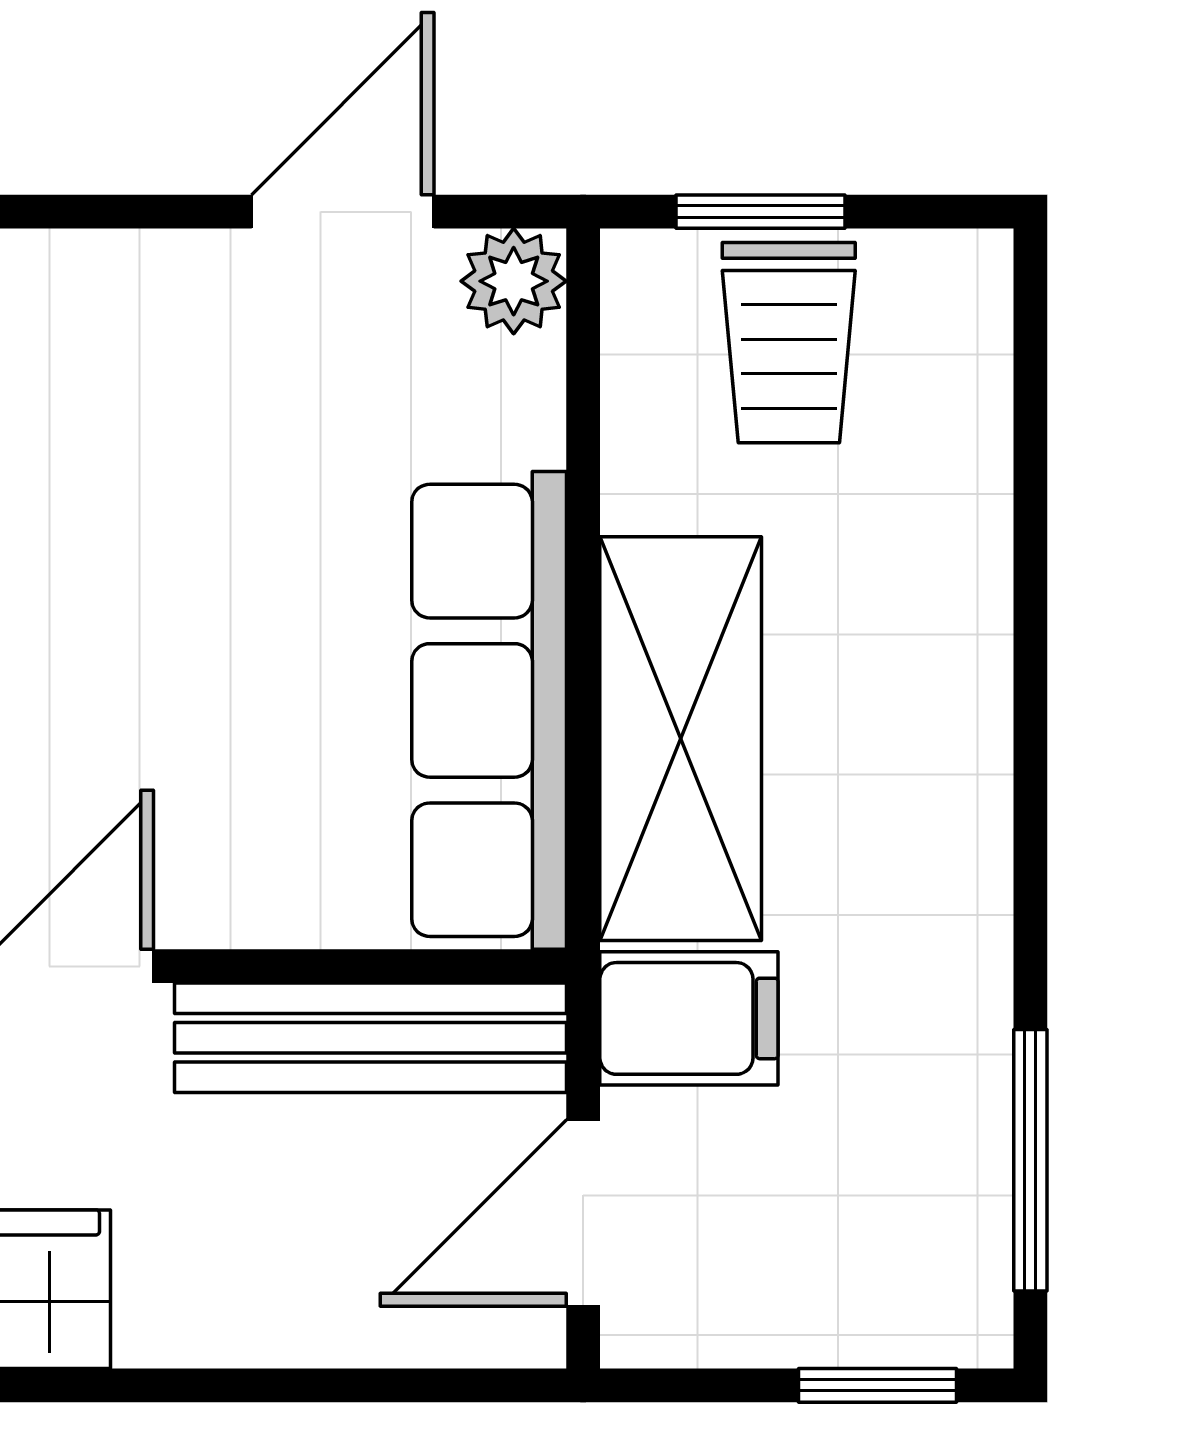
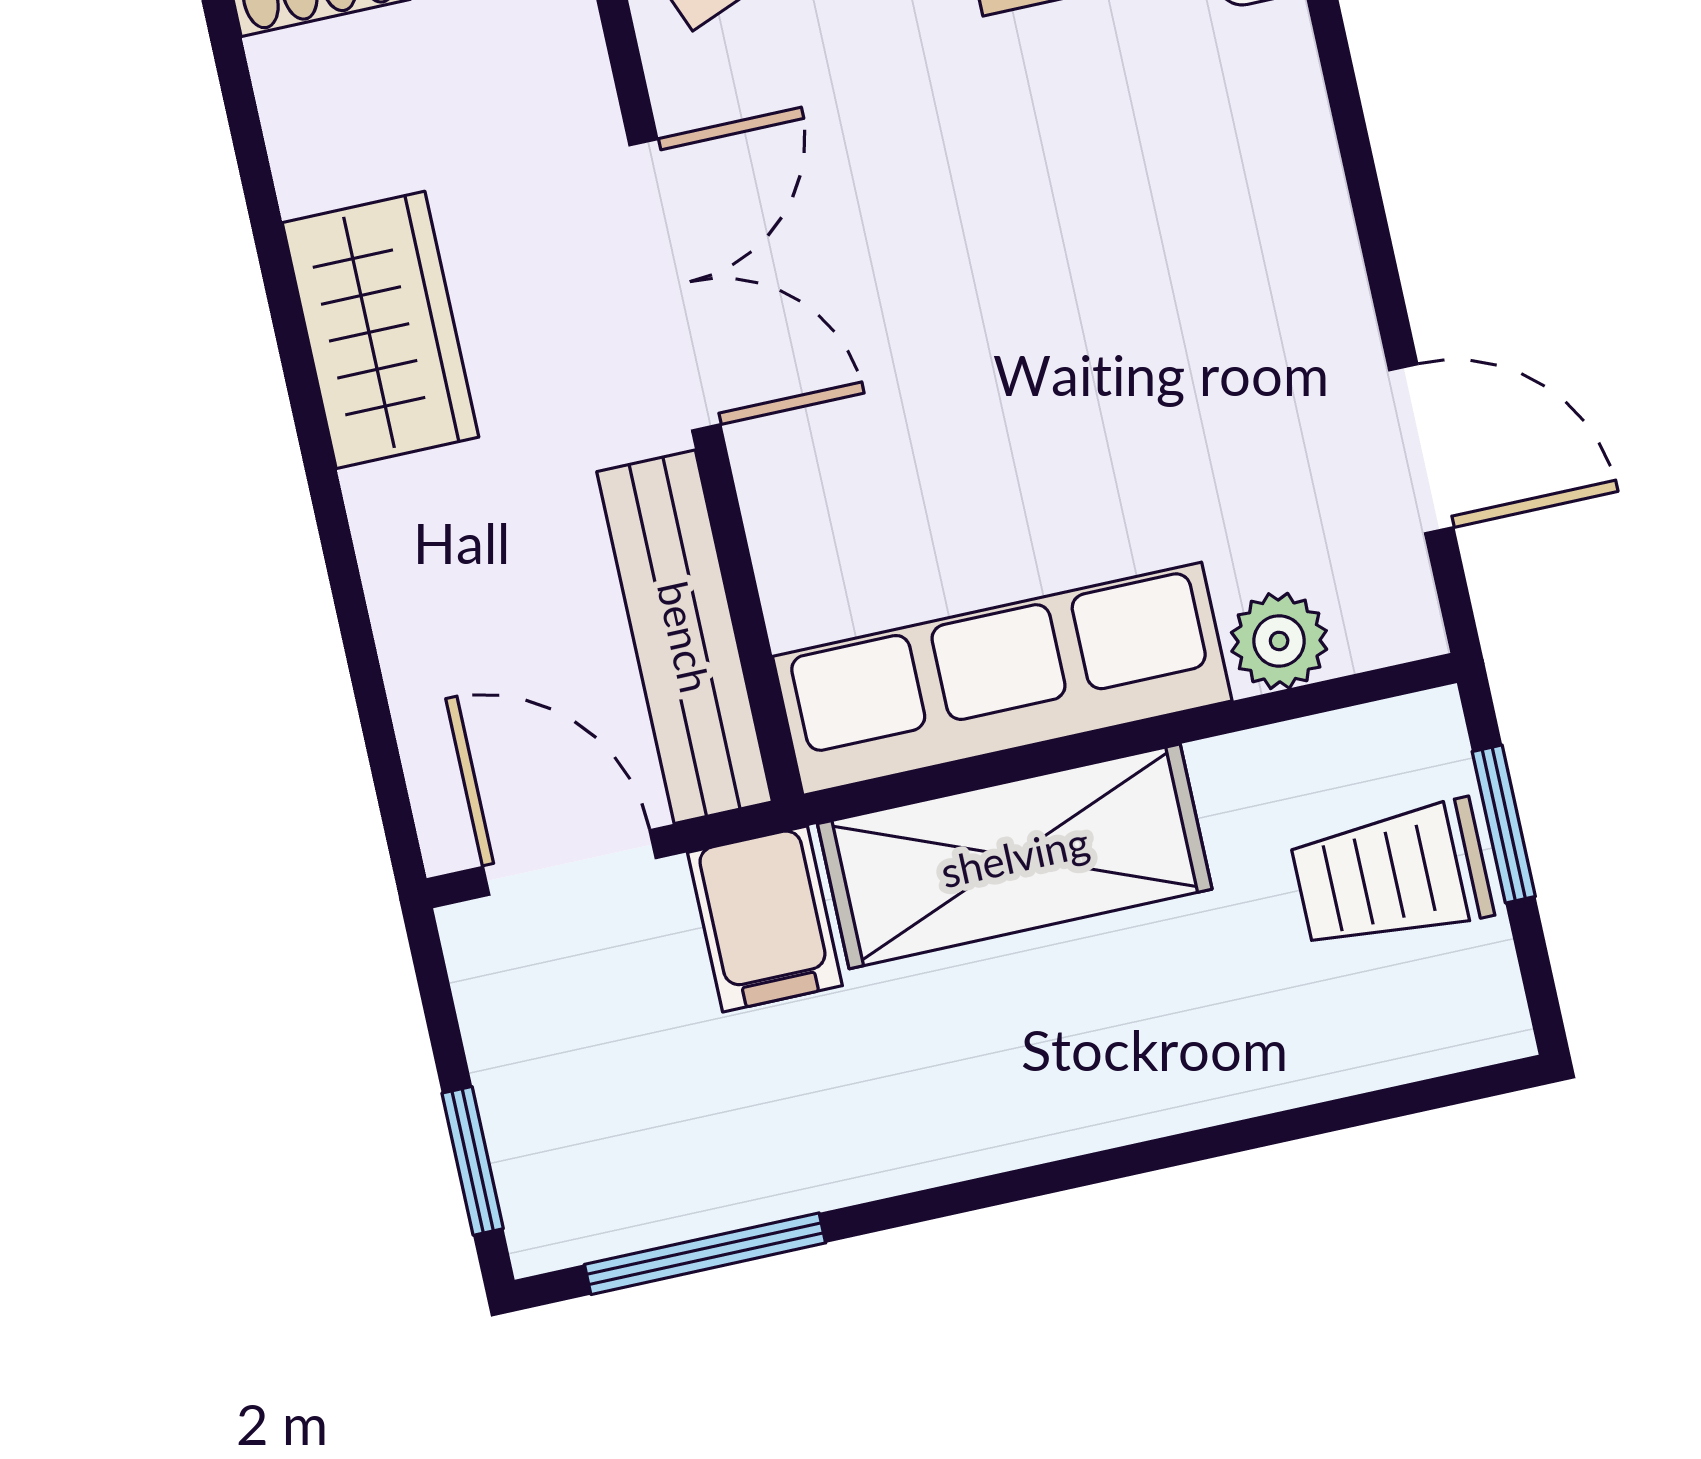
plant: (514, 281) -> (1279, 641), moved

